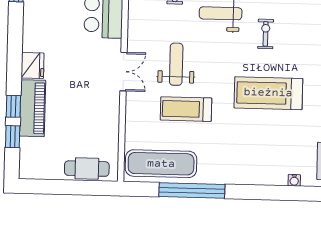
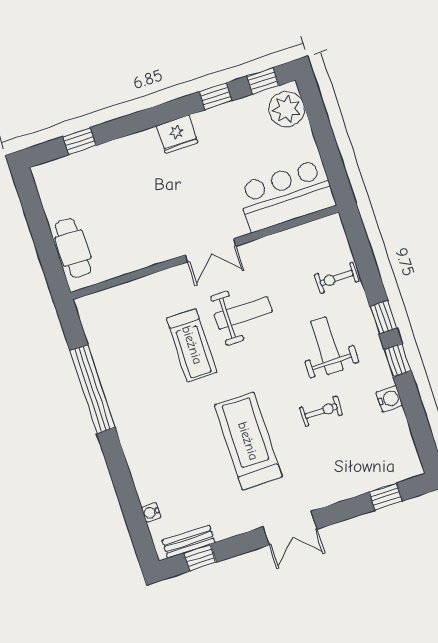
window: (13, 106) -> (216, 96), moved
piano: (33, 108) -> (124, 153), removed
treadmill: (186, 109) -> (192, 345), turned 180
exercise mat: (161, 164) -> (112, 339), removed

